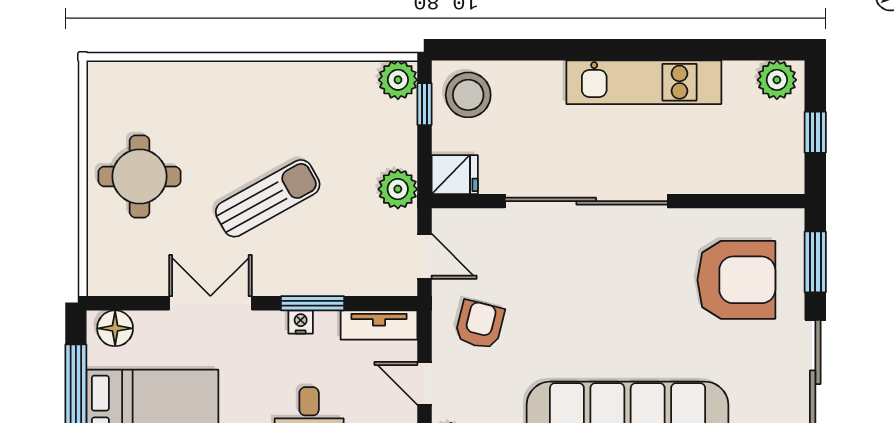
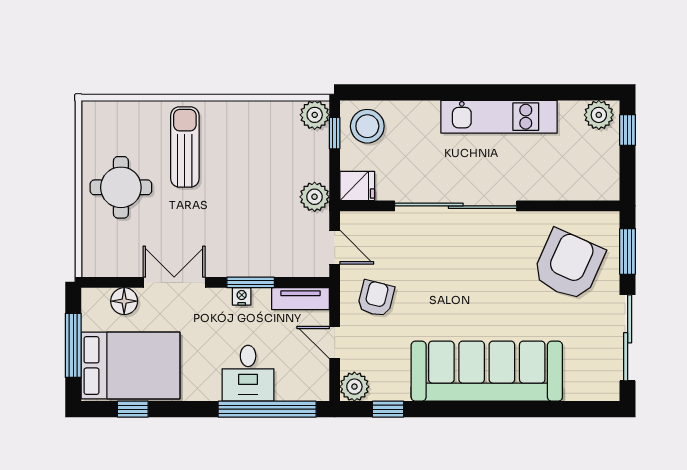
window: (815, 132) -> (628, 130), moved
sun lounger: (268, 198) -> (185, 147), moved, turned -61
armchair: (736, 280) -> (568, 265), turned -66
floor lamp: (115, 328) -> (124, 301), moved

